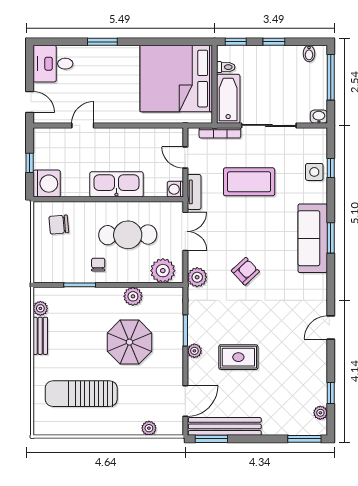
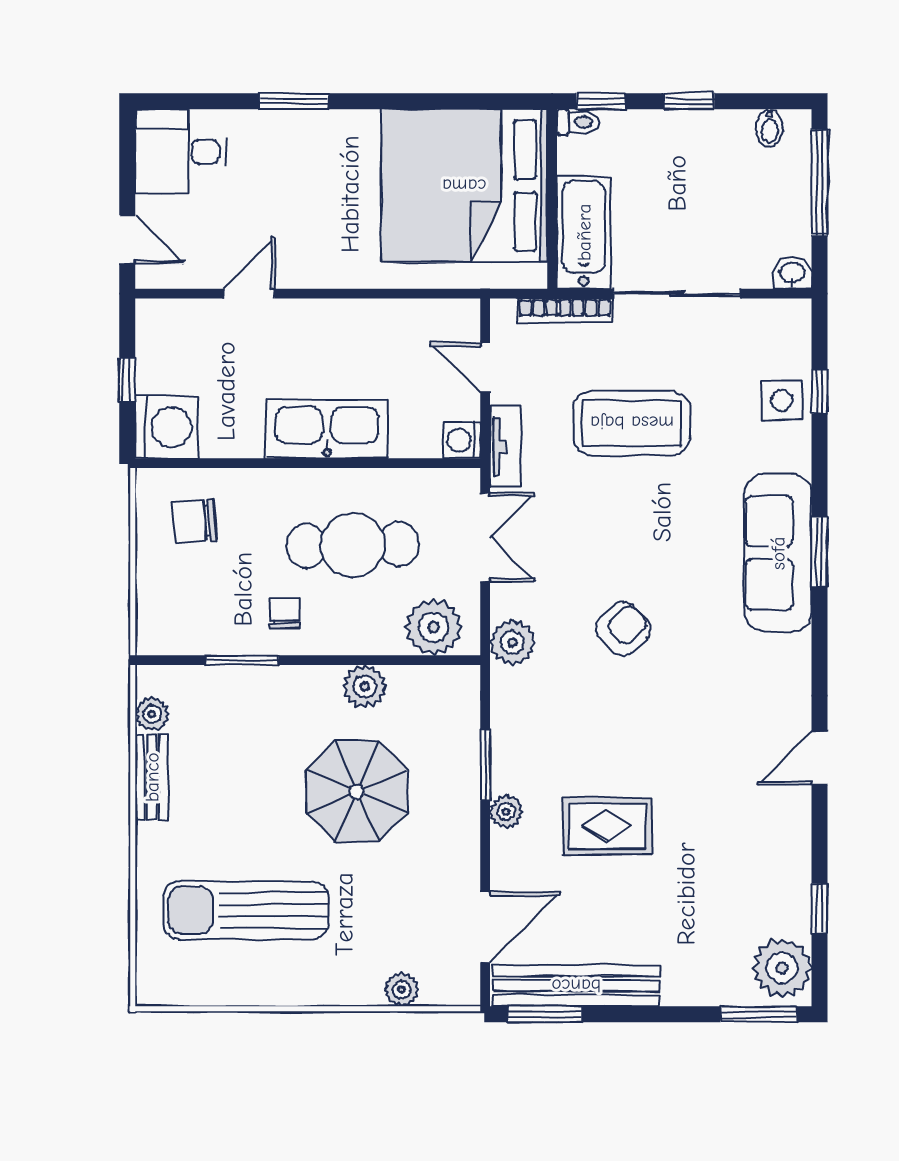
toilet: (226, 67) -> (578, 122), moved
plant: (320, 413) -> (782, 968), width x1.88, depth x1.88

